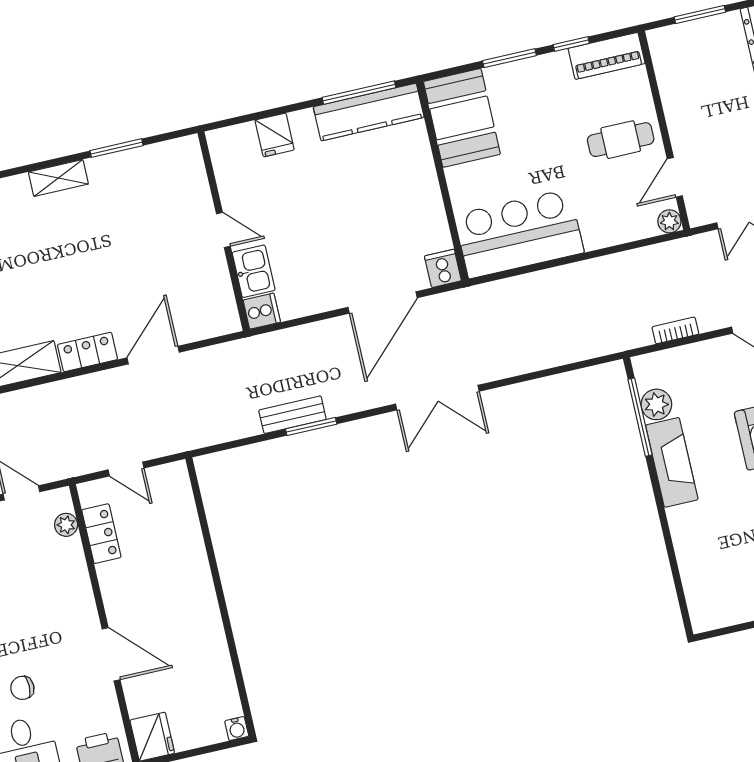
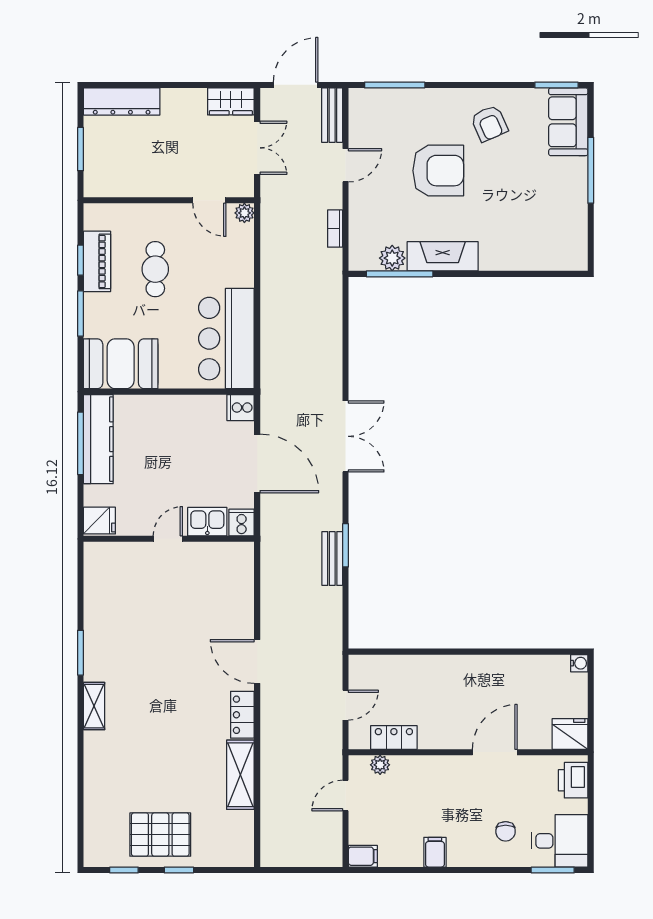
piano: (607, 56) -> (97, 261), moved
cafe table: (621, 140) -> (155, 269), moved
door: (223, 230) -> (168, 539), moved
wall: (224, 231) -> (169, 539), moved
kitchen sink: (254, 271) -> (207, 522), moved
cooker: (262, 311) -> (242, 523), moved

